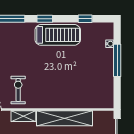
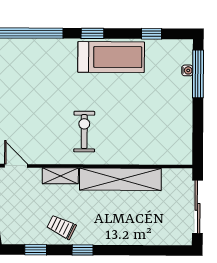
window: (117, 60) -> (198, 74), moved
exercise bike: (18, 90) -> (84, 132), moved

